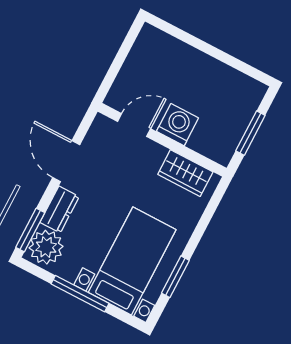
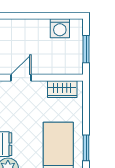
washing machine: (178, 125) -> (60, 28), moved, turned 180

